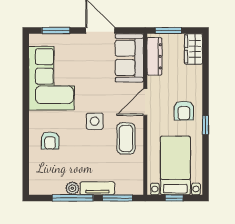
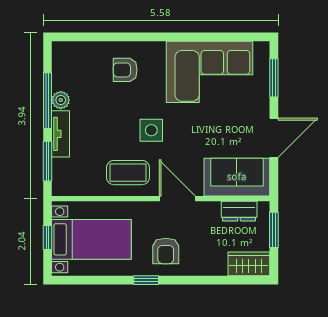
dresser: (154, 56) -> (239, 211), width x0.70
armchair: (184, 111) -> (166, 251), turned -90

